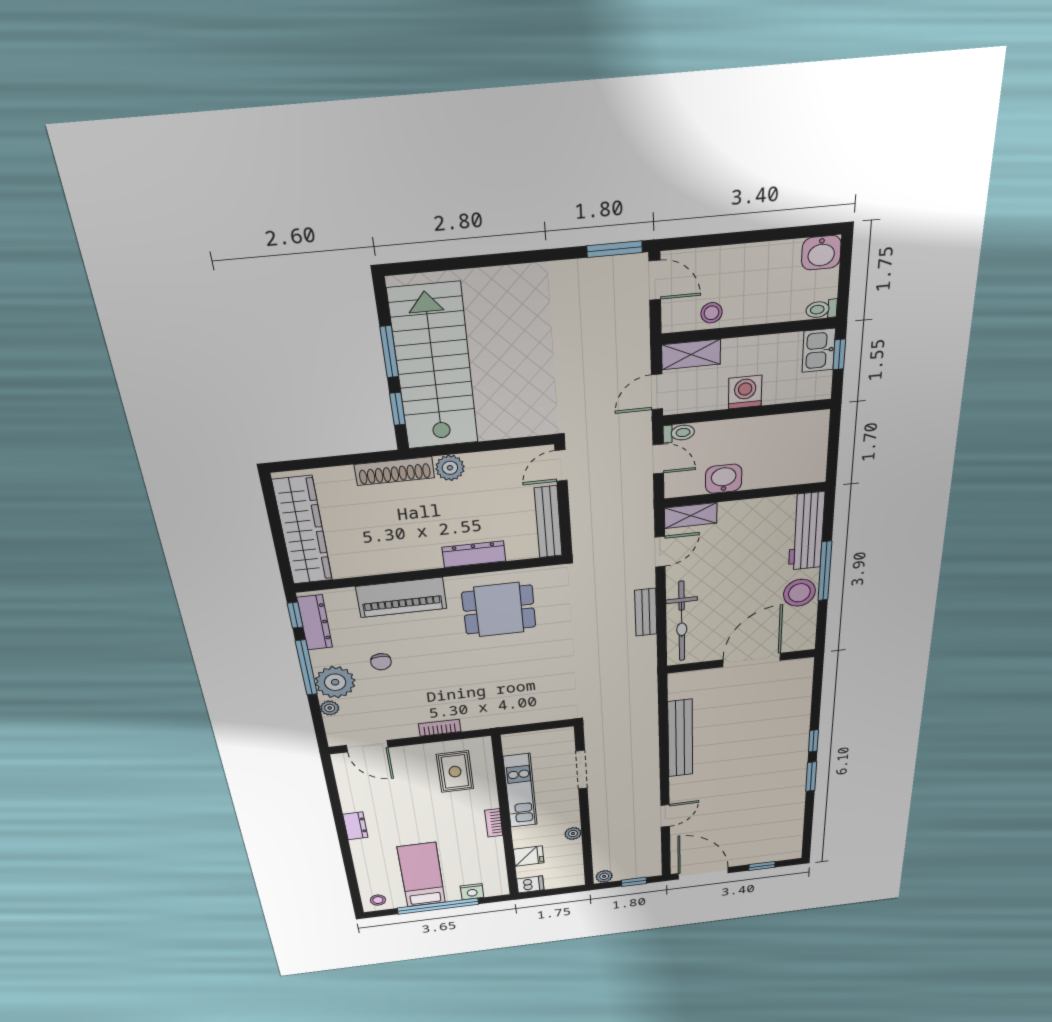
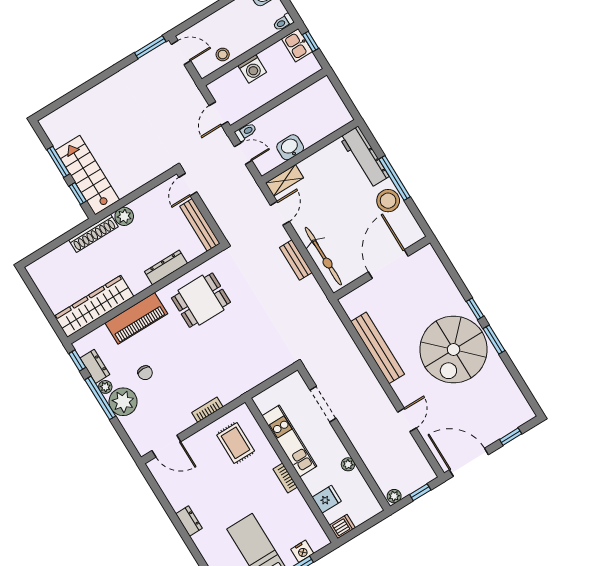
shelving: (691, 354) -> (225, 83), removed
stairs: (434, 368) -> (87, 175), width x0.73, depth x0.66
washing machine: (745, 392) -> (252, 69), moved, turned 180
wardrobe: (303, 531) -> (94, 306), moved, turned -90
dresser: (315, 623) -> (95, 366), width x0.70
plant: (330, 708) -> (105, 387), moved
spiral stairs: (762, 770) -> (454, 349), added

